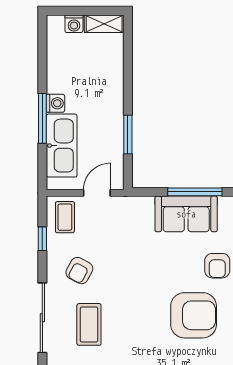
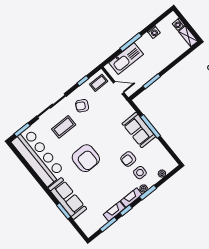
washing machine: (55, 103) -> (154, 32), moved
armchair: (194, 315) -> (86, 158), moved

